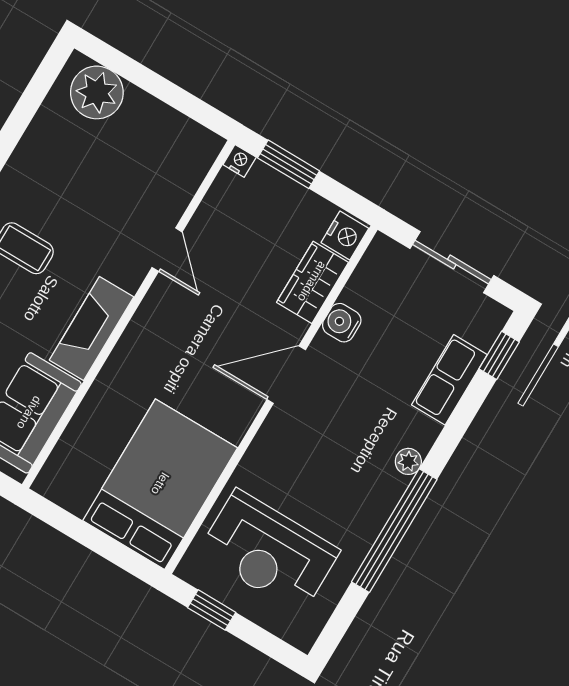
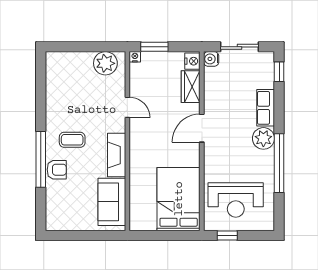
plant: (97, 92) -> (105, 63), moved
water cooler: (342, 323) -> (211, 59), moved
row of seats: (449, 380) -> (266, 108), moved
plant: (408, 461) -> (263, 138), width x1.88, depth x1.88

